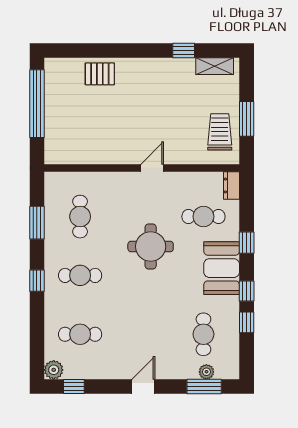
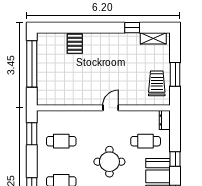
pallet: (100, 74) -> (75, 44), turned 90
cafe table: (80, 217) -> (61, 141), turned 90
window: (37, 223) -> (32, 134), moved

